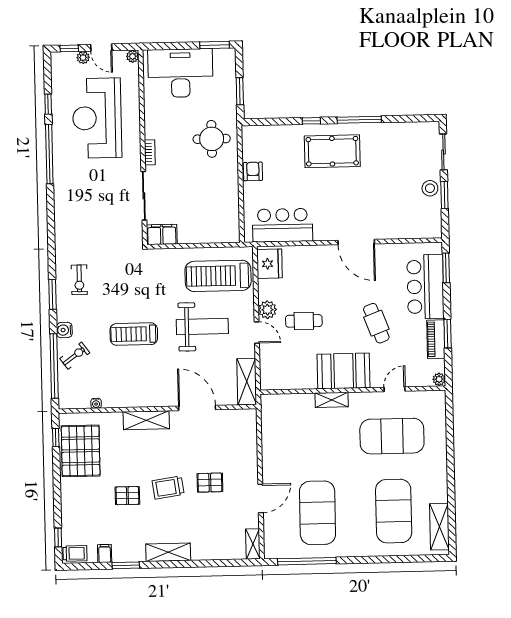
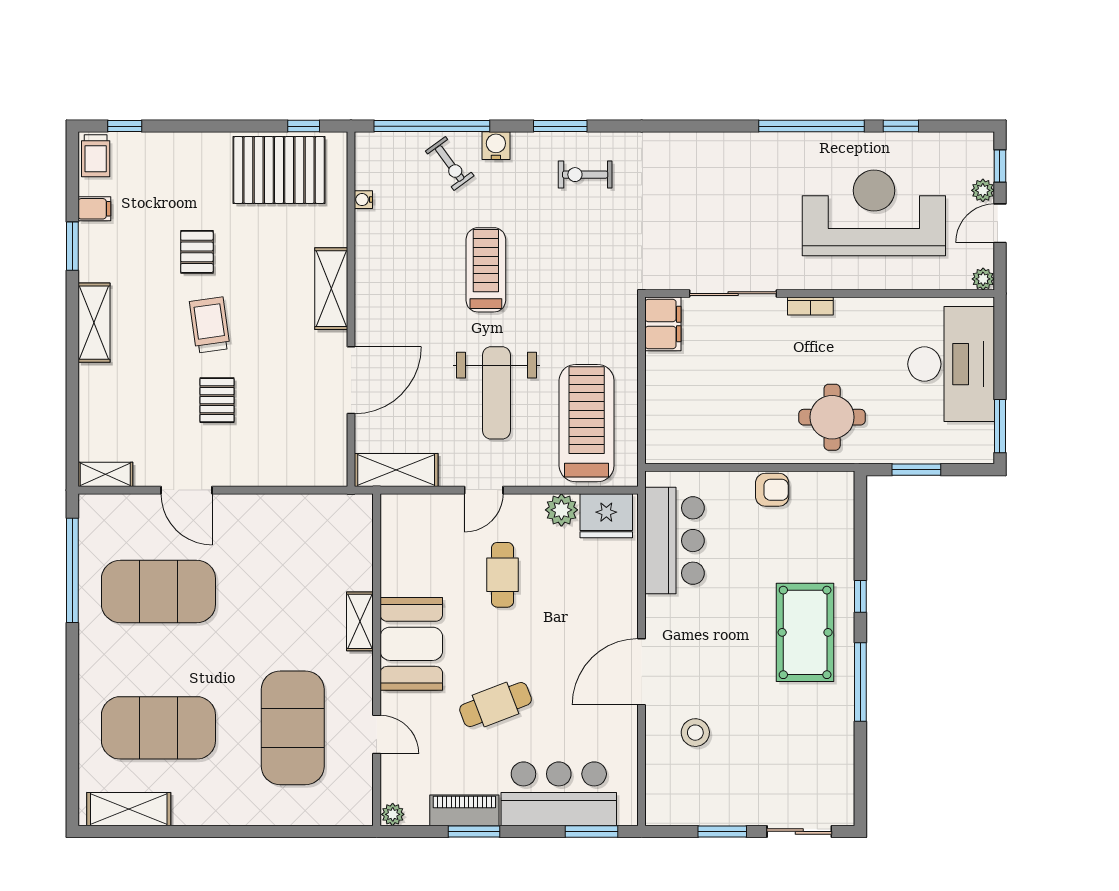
stool: (430, 188) -> (695, 733), moved
plant: (267, 310) -> (561, 510), moved

